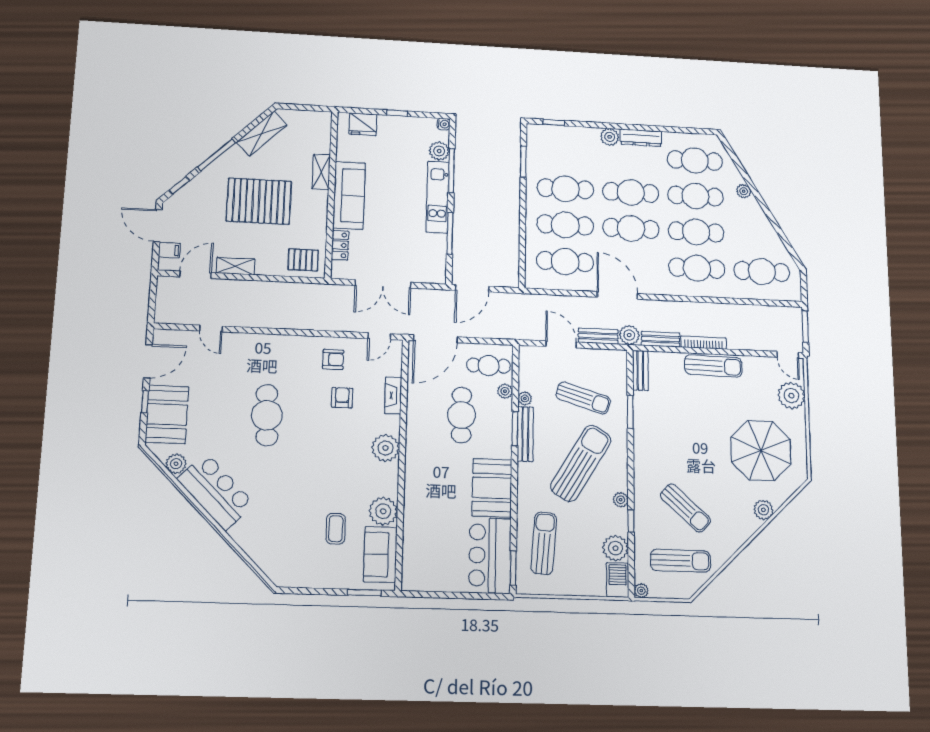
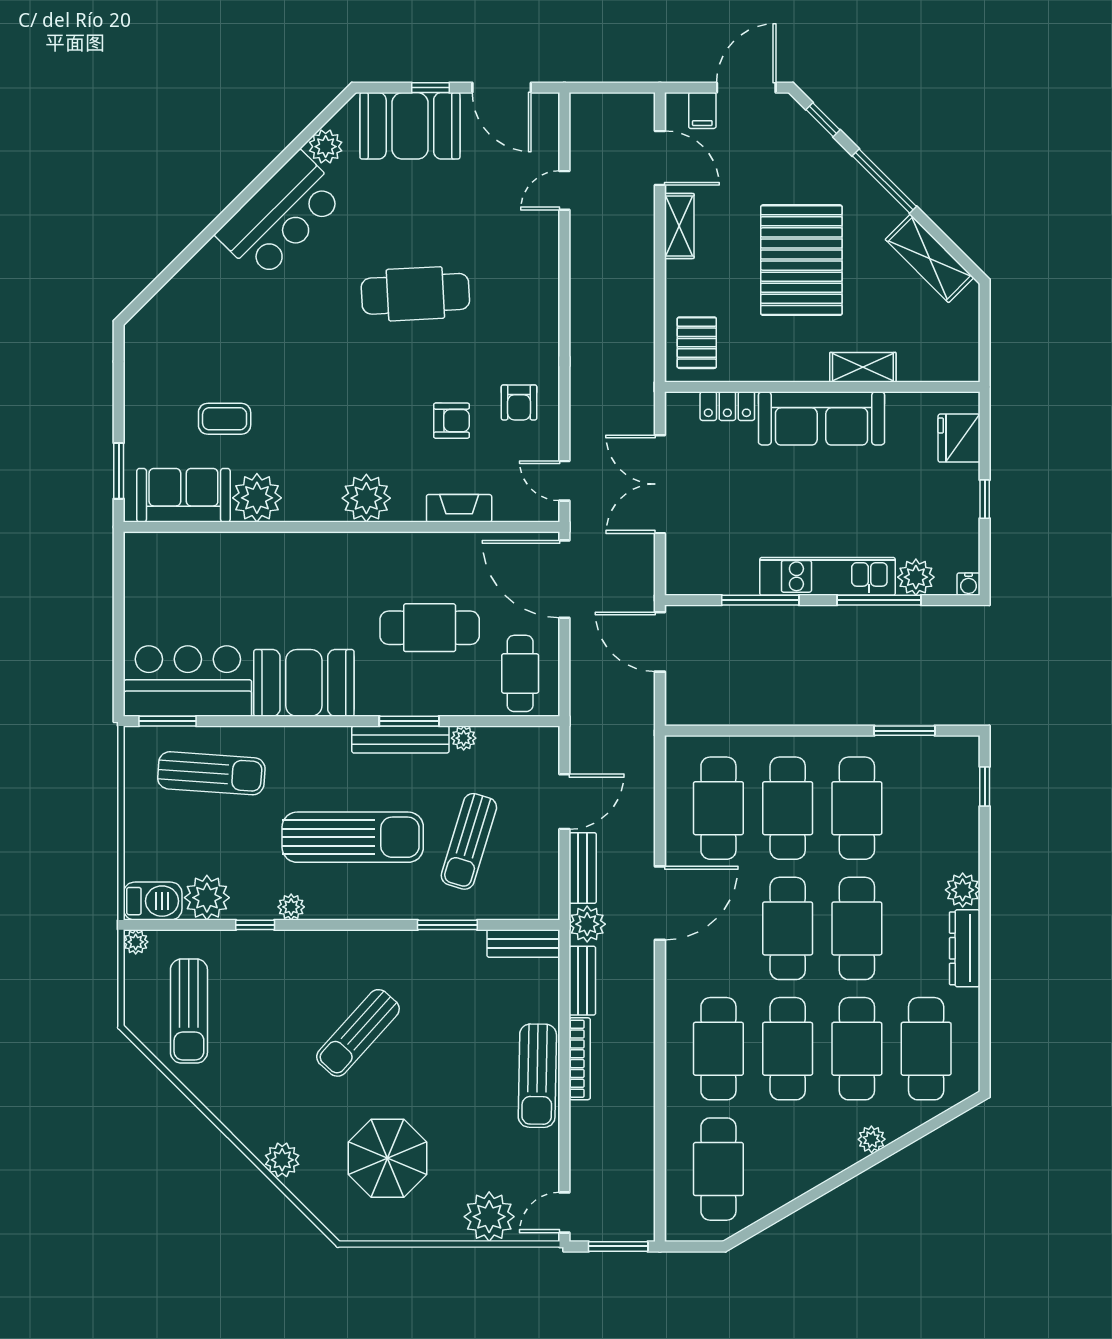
plant: (505, 391) -> (475, 703), removed
parasol: (761, 450) -> (387, 1158), width x0.73, depth x0.73
sun lounger: (581, 463) -> (353, 837), turned -31
sun lounger: (685, 508) -> (358, 1033), moved

